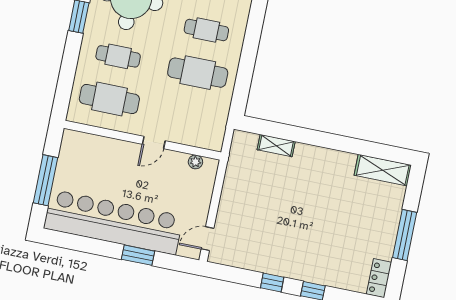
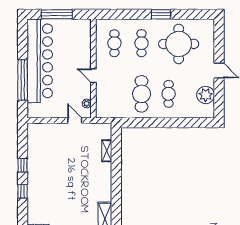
cafe table: (109, 99) -> (114, 43), width x0.73, depth x0.74
door: (208, 239) -> (75, 120), moved
window: (138, 255) -> (23, 80), width x2.11

